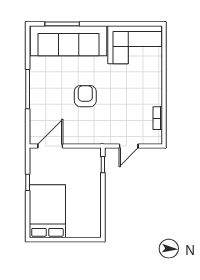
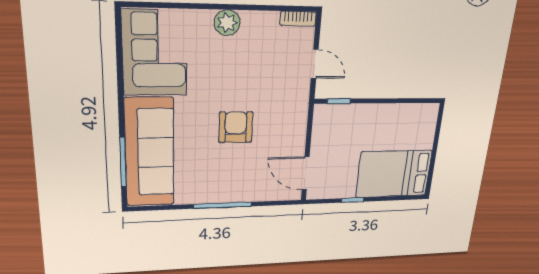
plant: (154, 88) -> (227, 23), added
armchair: (85, 96) -> (236, 127), turned 90
bookcase: (158, 118) -> (298, 19), moved

